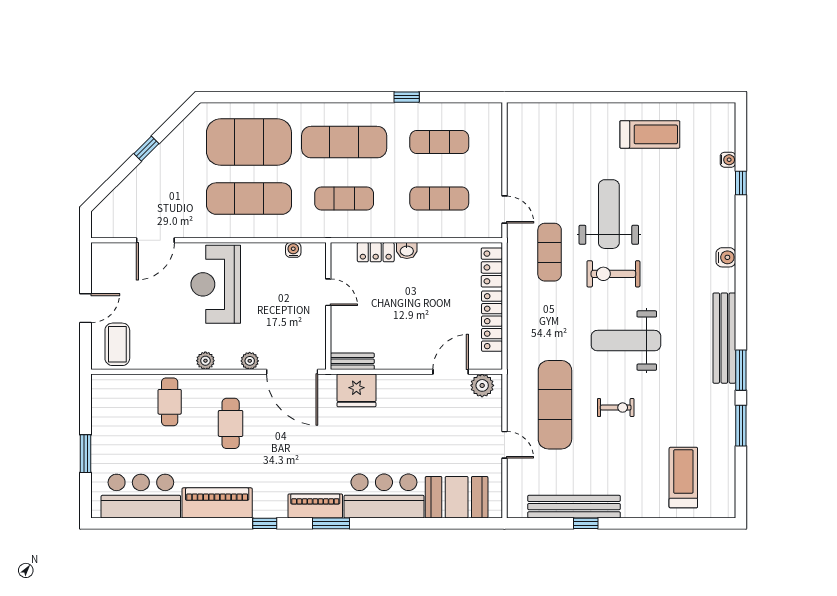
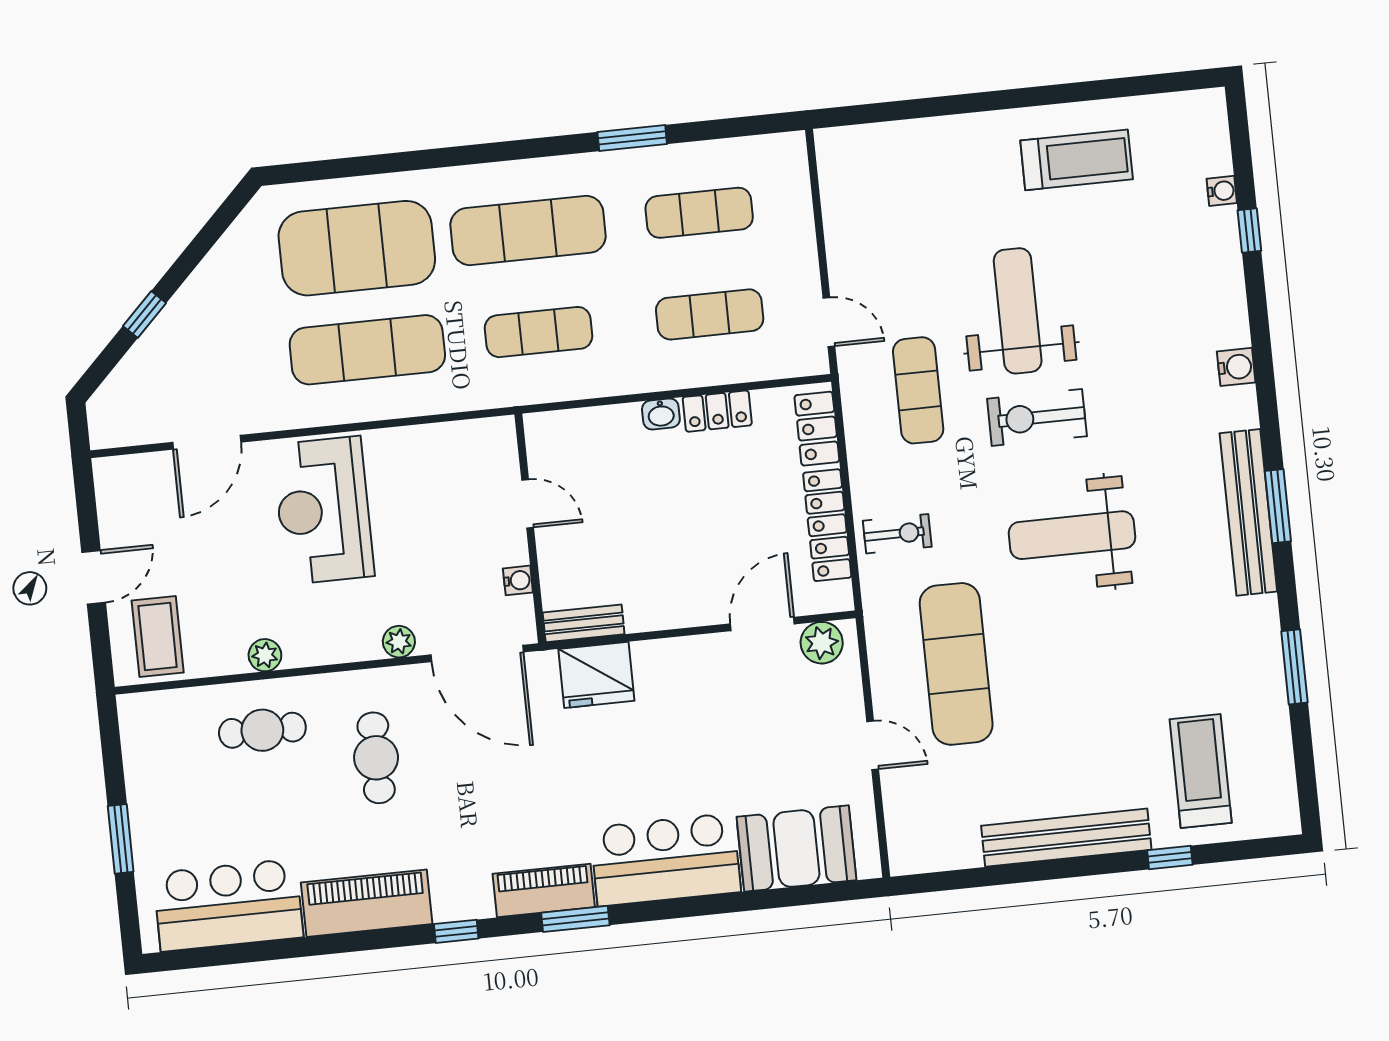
window: (407, 97) -> (632, 138), width x1.50
window: (146, 149) -> (144, 315), moved
water cooler: (293, 250) -> (518, 580), moved, turned 90
locker: (376, 252) -> (717, 411), moved
plant: (205, 361) -> (265, 655), moved
window: (741, 370) -> (1278, 506), moved
cafe table: (170, 402) -> (262, 730), turned 90
exercise bike: (616, 408) -> (897, 534), moved
bench: (574, 507) -> (1066, 838), moved
window: (586, 523) -> (1170, 858), moved

